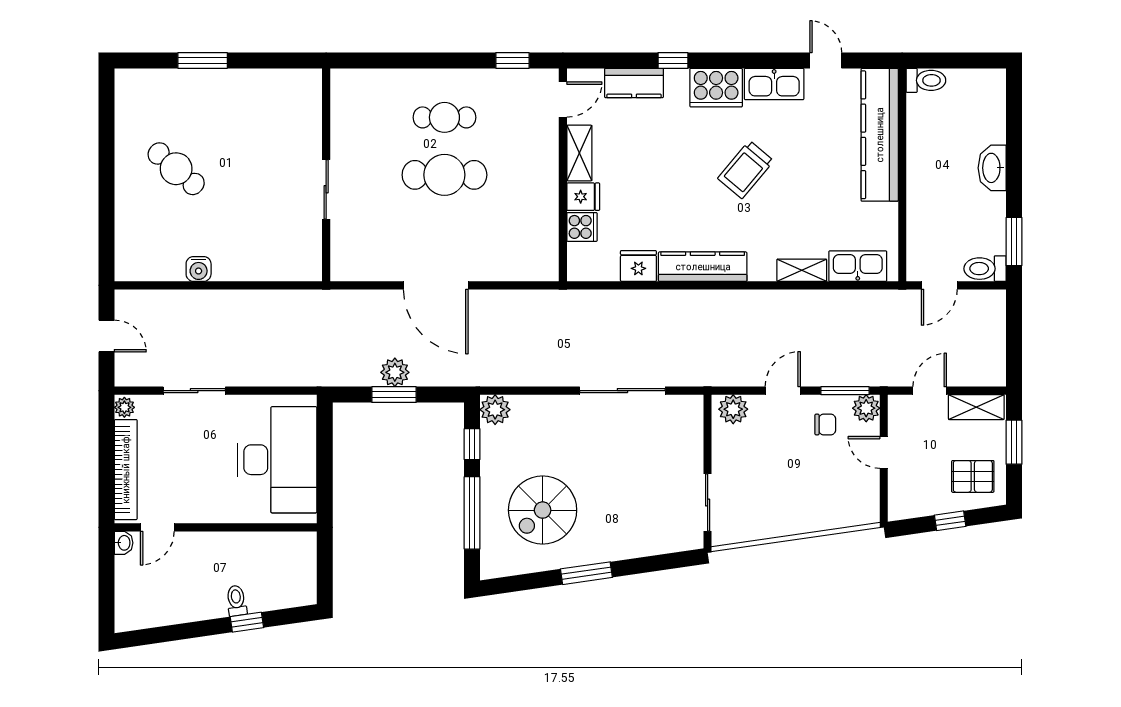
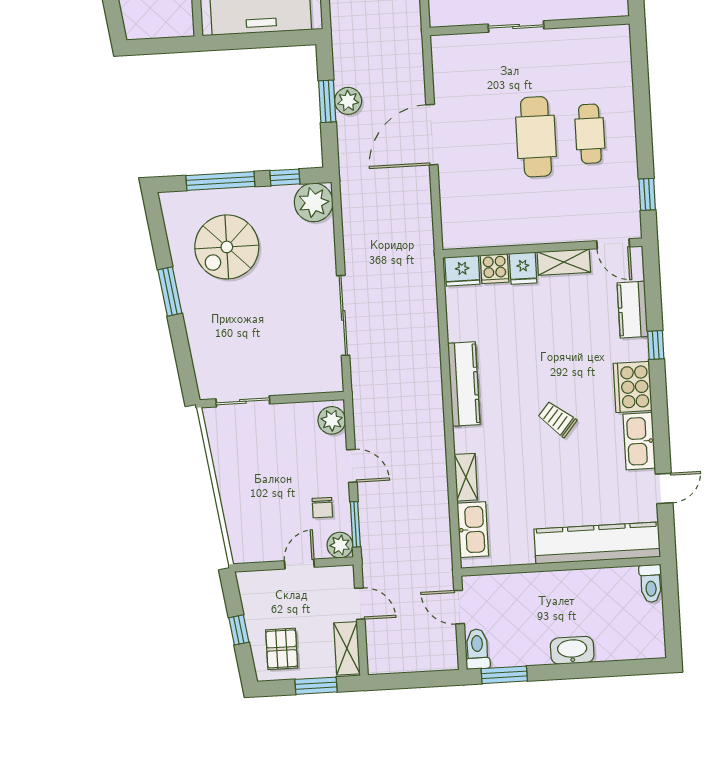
trolley: (746, 170) -> (557, 419), width x0.73, depth x0.72
fridge: (638, 266) -> (462, 271), moved, turned 90
plant: (495, 410) -> (314, 202), width x1.36, depth x1.36
spiral stairs: (543, 510) -> (227, 247), turned -90

